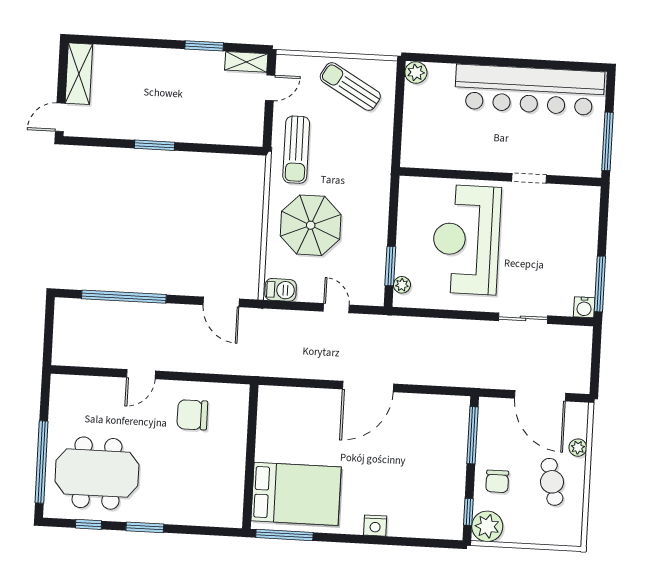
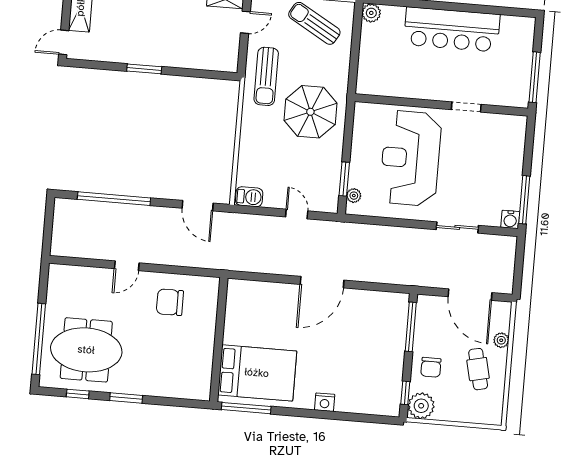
bar counter: (530, 90) -> (452, 29), width x0.73
parasol: (311, 225) -> (310, 112), moved

